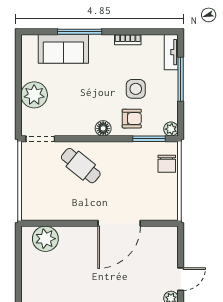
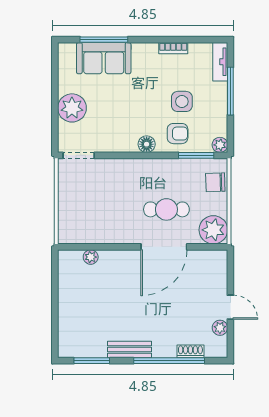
window: (80, 32) -> (104, 40), moved
chair: (167, 164) -> (215, 182), turned 88
cafe table: (81, 166) -> (166, 209), moved, turned -39
plant: (165, 208) -> (213, 230), added
plant: (45, 239) -> (91, 257), width x0.53, depth x0.53
door: (181, 279) -> (230, 307), hinge flipped

